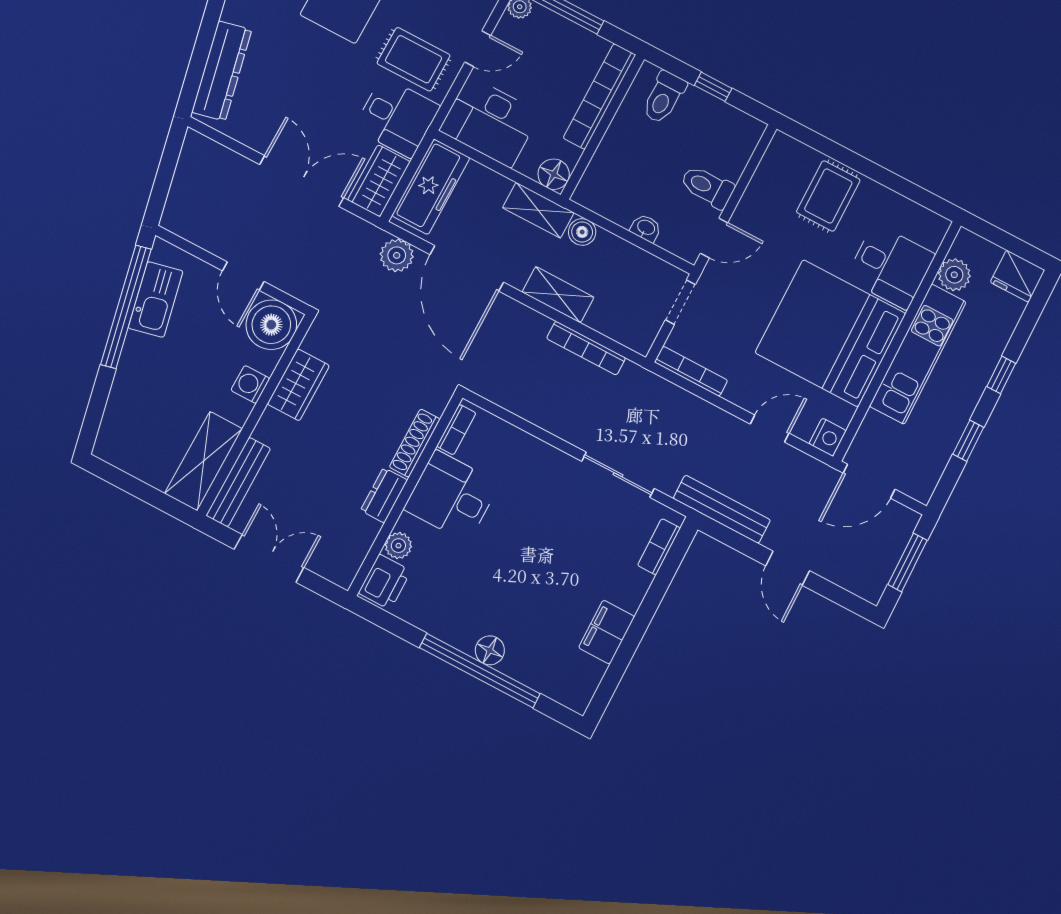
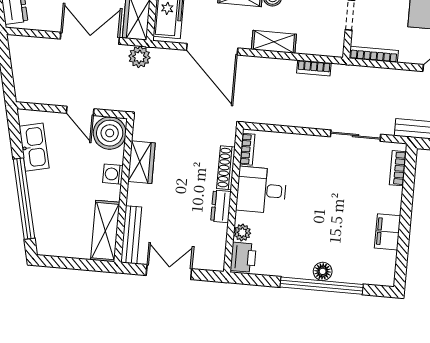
plant: (397, 255) -> (139, 57), moved
window: (126, 307) -> (24, 199), moved
bookcase: (586, 348) -> (314, 68), width x0.64

